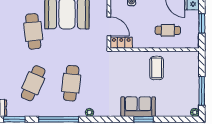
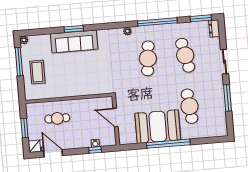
locker: (121, 43) -> (102, 102), removed
coffee table: (157, 68) -> (37, 72), moved
cafe table: (33, 83) -> (185, 55), turned -36
sofa: (138, 107) -> (74, 41), width x1.36

